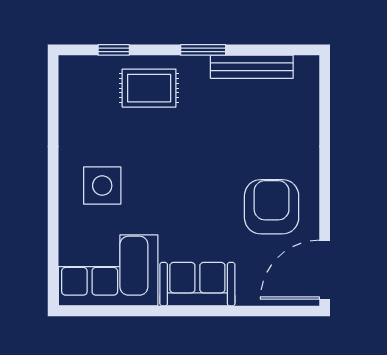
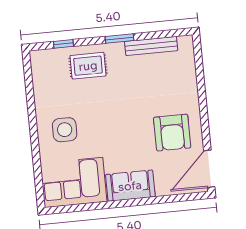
armchair: (272, 207) -> (172, 133), turned 180

